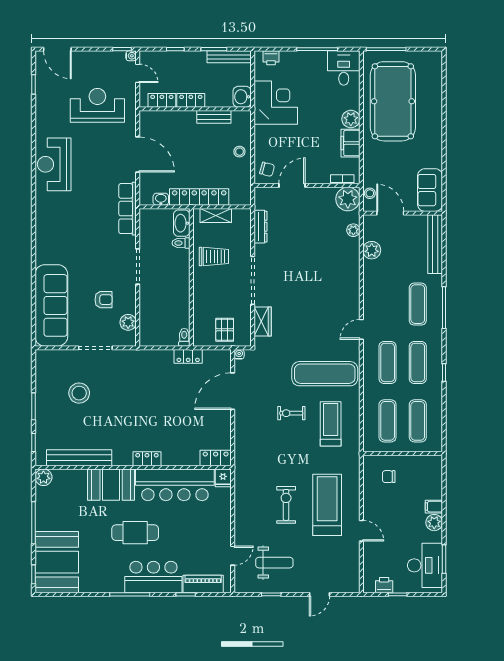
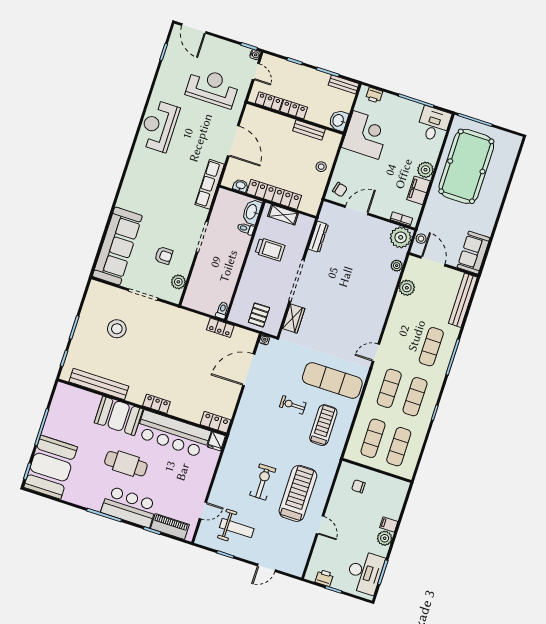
bench: (229, 57) -> (344, 84), width x0.73
plant: (43, 477) -> (63, 391), removed

